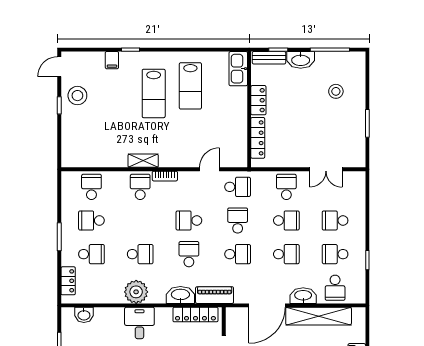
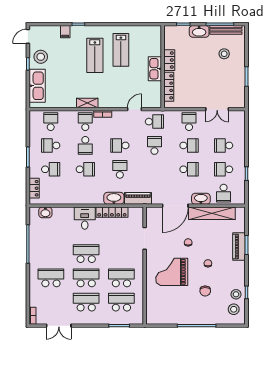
bench: (269, 58) -> (226, 30), moved, width x1.36
kitchen sink: (238, 69) -> (155, 69), moved
kitchen sink: (72, 136) -> (37, 86), added
school desk: (238, 254) -> (85, 145), moved, turned 90
plant: (136, 292) -> (82, 196), removed
locker: (195, 315) -> (112, 212), moved

